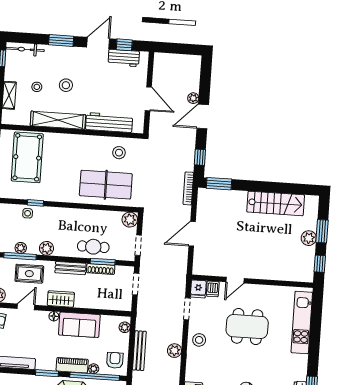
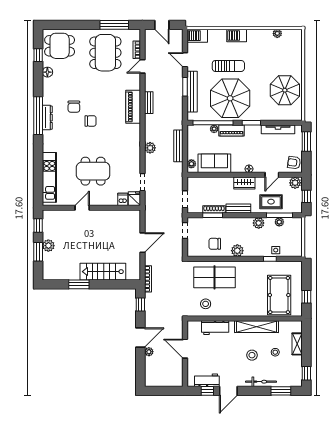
window: (61, 40) -> (281, 391), moved
bicycle: (25, 49) -> (261, 382), moved
workbench: (109, 122) -> (215, 328), width x0.73
window: (219, 184) -> (79, 284), moved
stairs: (276, 203) -> (103, 272), moved
plant: (130, 220) -> (237, 251), moved
chair: (103, 226) -> (215, 244), added
cafe table: (93, 247) -> (221, 227), removed
door: (235, 280) -> (82, 208), moved
sofa: (79, 325) -> (214, 163), moved
stool: (199, 340) -> (131, 158), removed
armchair: (115, 360) -> (197, 137), removed

